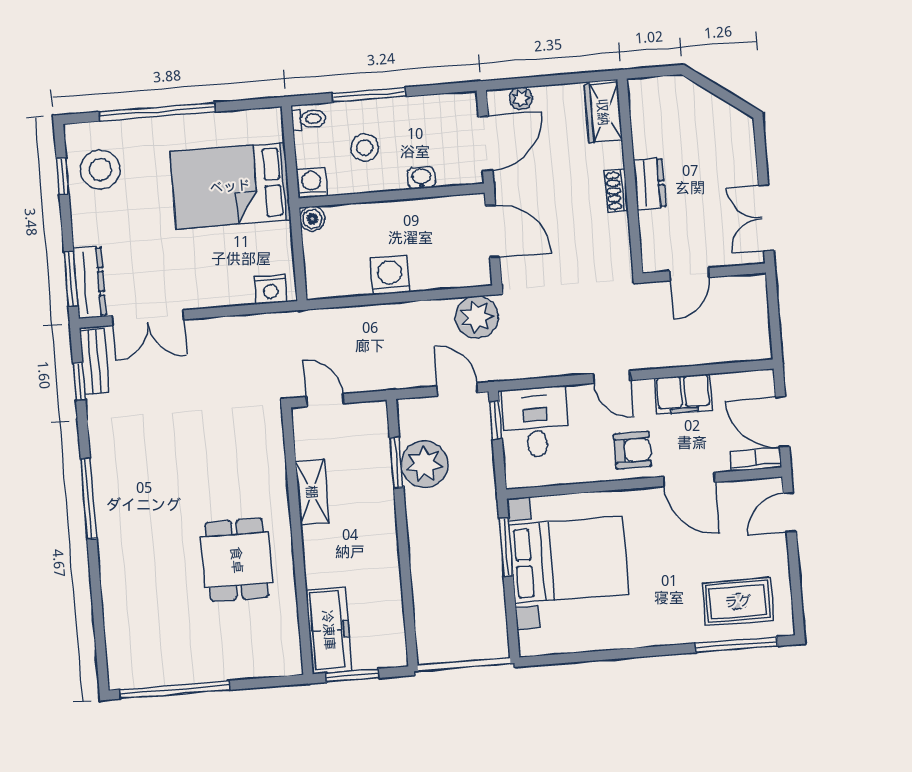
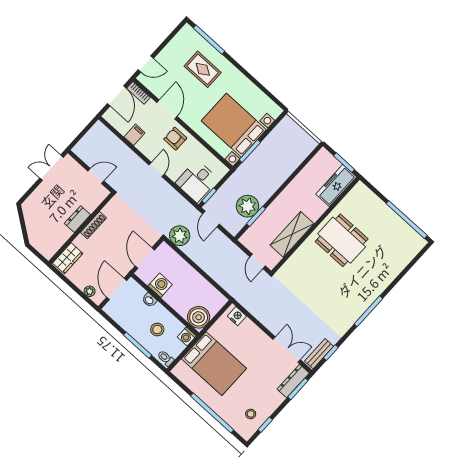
door: (486, 144) -> (117, 289), hinge flipped
stool: (100, 170) -> (251, 414), width x0.53, depth x0.53
shoe rack: (616, 191) -> (93, 225), width x1.43
double door: (766, 218) -> (51, 168), swing flipped
boiler: (312, 219) -> (199, 317), width x1.86, depth x1.86
washing machine: (390, 275) -> (160, 285), moved, turned 180
filing cabinet: (683, 394) -> (135, 135), width x0.50
shelving: (312, 492) -> (292, 234), width x1.50, depth x1.33
dining table: (237, 560) -> (342, 240), width x1.38
rug: (738, 601) -> (203, 69), moved

